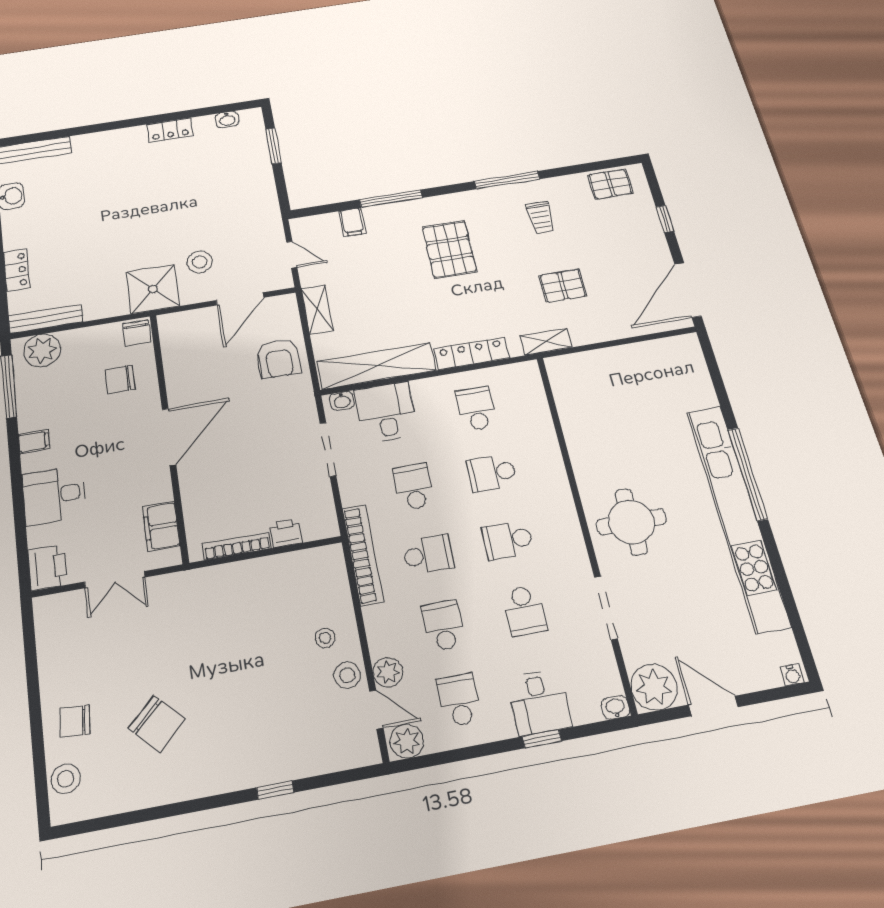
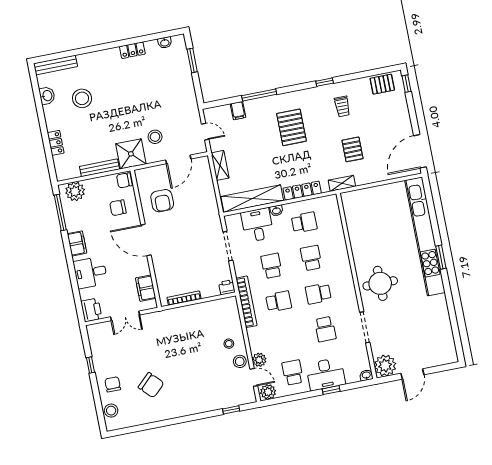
window: (507, 180) -> (325, 82), width x0.46
stool: (73, 201) -> (82, 98), added
window: (665, 219) -> (407, 84), moved
pallet: (563, 286) -> (353, 149), turned 90
bench: (46, 319) -> (99, 168), moved
chair: (137, 333) -> (124, 180), turned 90
armchair: (279, 358) -> (162, 201), moved
washbasin: (342, 401) -> (276, 211), moved
school desk: (476, 409) -> (304, 222), turned 90
door: (169, 437) -> (146, 240), swing flipped
filing cabinet: (34, 442) -> (77, 243), width x2.00
school desk: (492, 473) -> (311, 258), turned 90
window: (748, 474) -> (441, 257), width x0.47
kitchen unit: (738, 516) -> (425, 236), moved
printer: (286, 533) -> (227, 287), moved
school desk: (443, 626) -> (286, 337), removed
water cooler: (792, 675) -> (451, 359), removed
window: (33, 679) -> (90, 365), added
desk: (539, 702) -> (326, 374), width x1.37
door: (713, 706) -> (412, 374), swing flipped
chair: (75, 721) -> (113, 384), turned 86
window: (275, 790) -> (231, 410), moved

